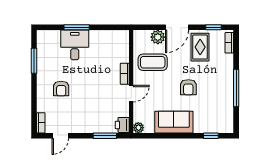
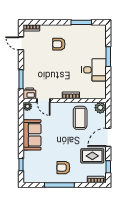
door: (177, 27) -> (108, 137), hinge flipped
plant: (158, 37) -> (100, 108), moved
desk: (75, 45) -> (94, 70), moved
armchair: (188, 87) -> (63, 168), moved
door: (131, 94) -> (44, 100), moved

